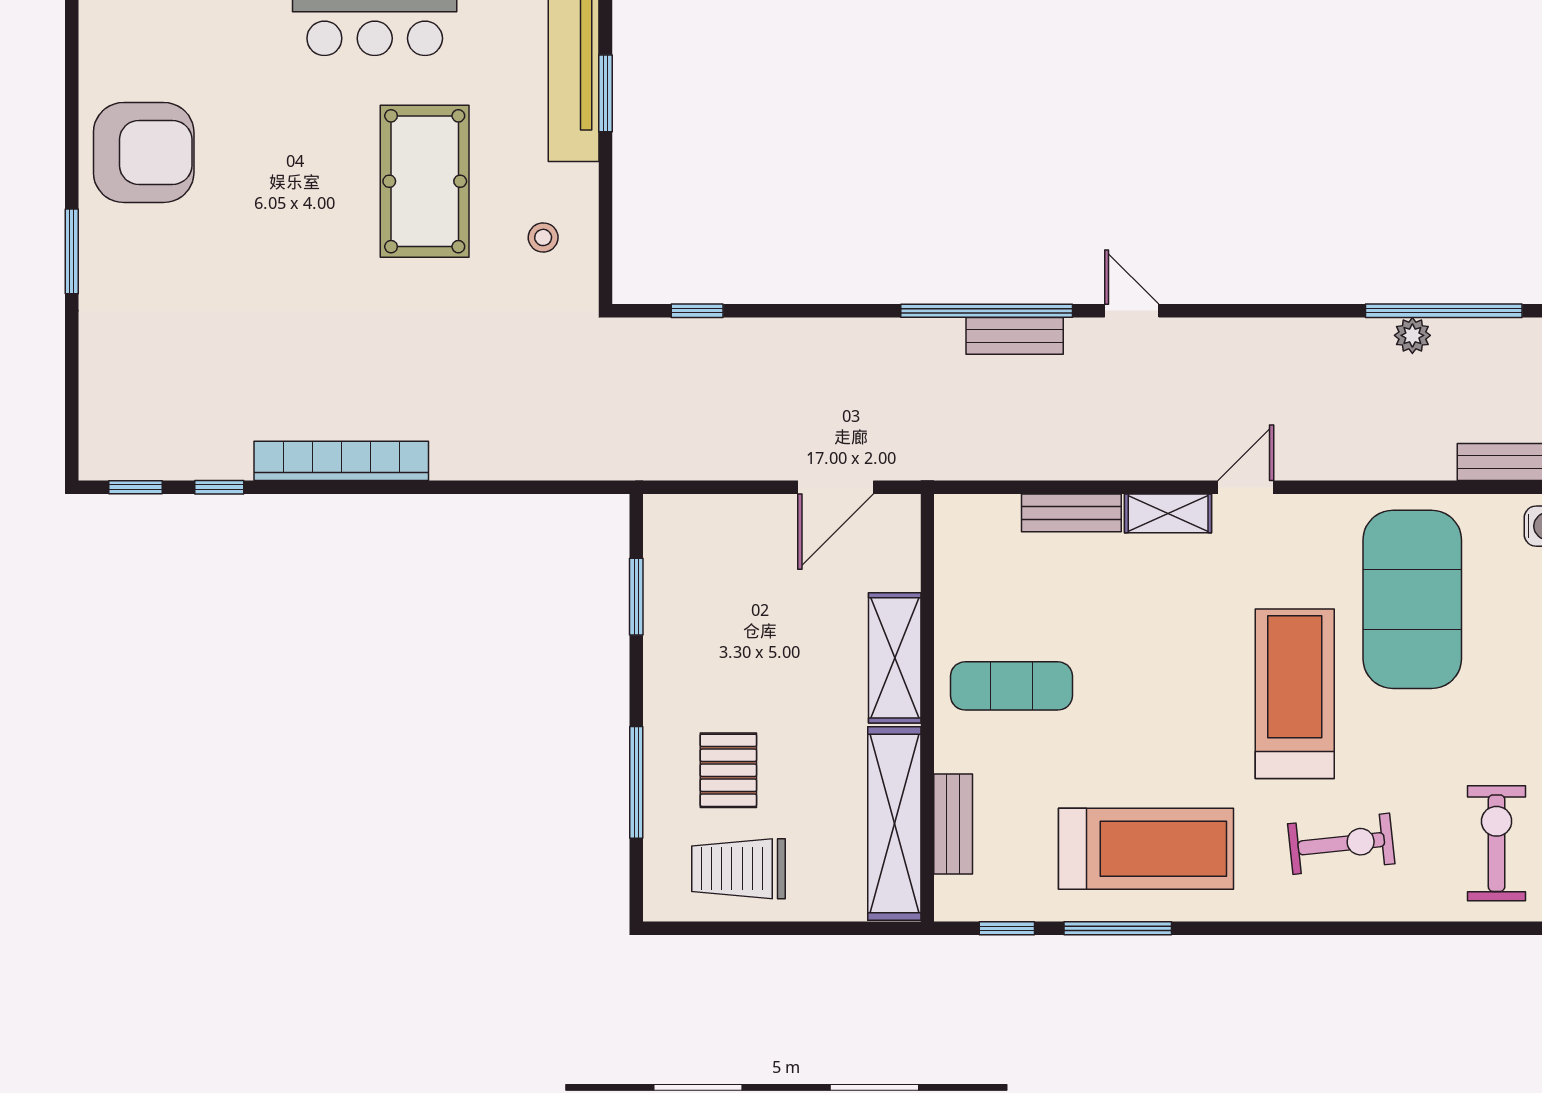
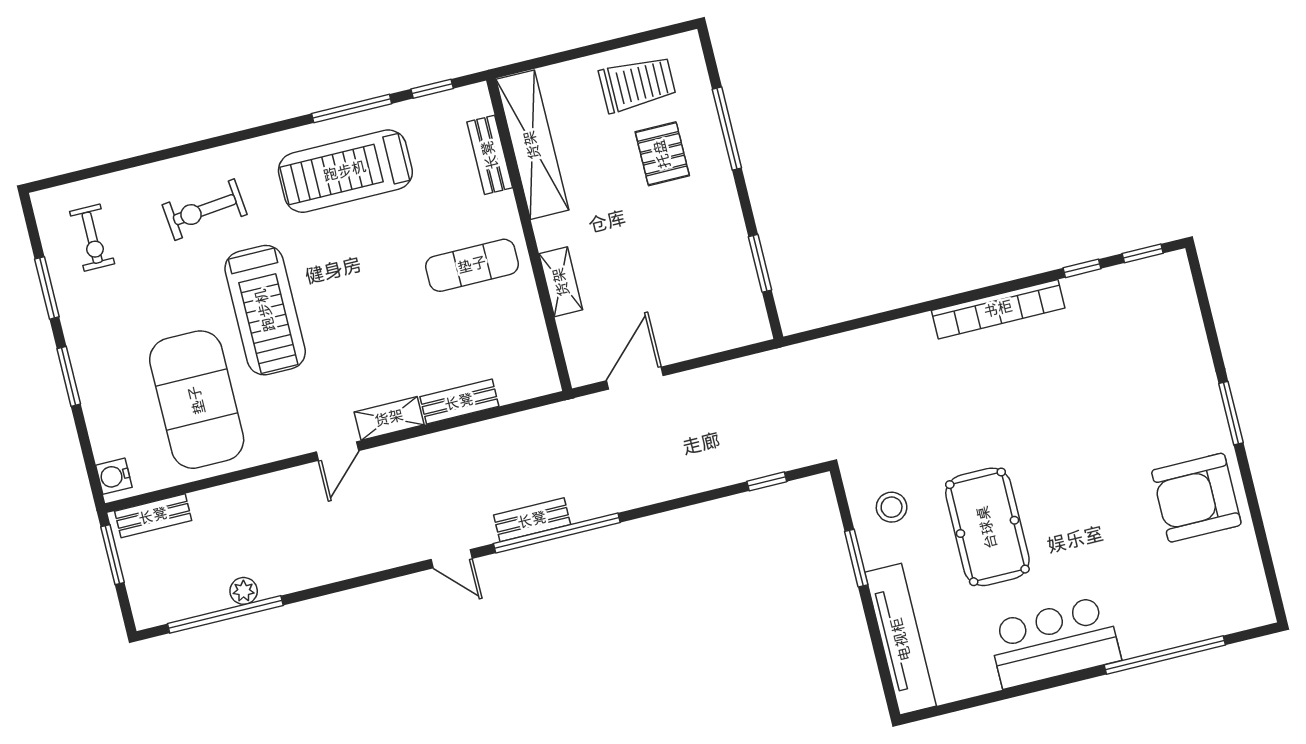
window: (605, 93) -> (856, 558), moved
stool: (543, 237) -> (892, 507), width x1.37, depth x1.37
shelving: (895, 658) -> (561, 282), width x0.67, depth x0.75
exercise bike: (1497, 843) -> (92, 238), width x0.73, depth x0.72

